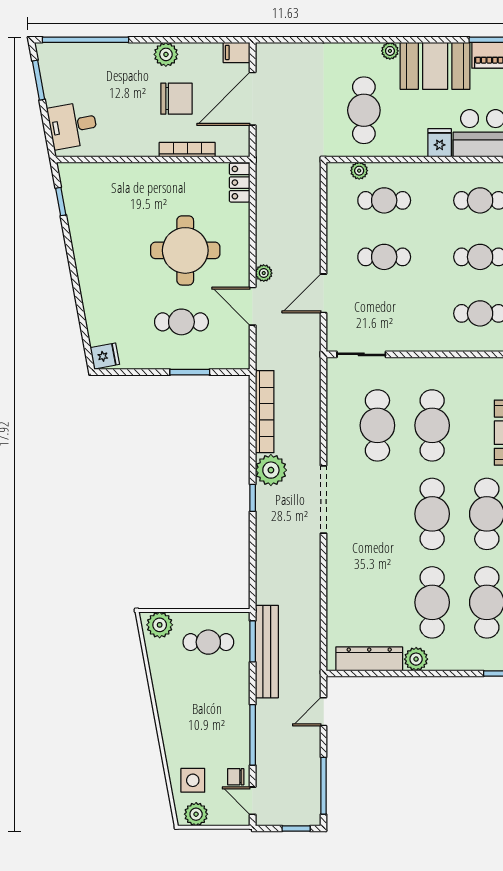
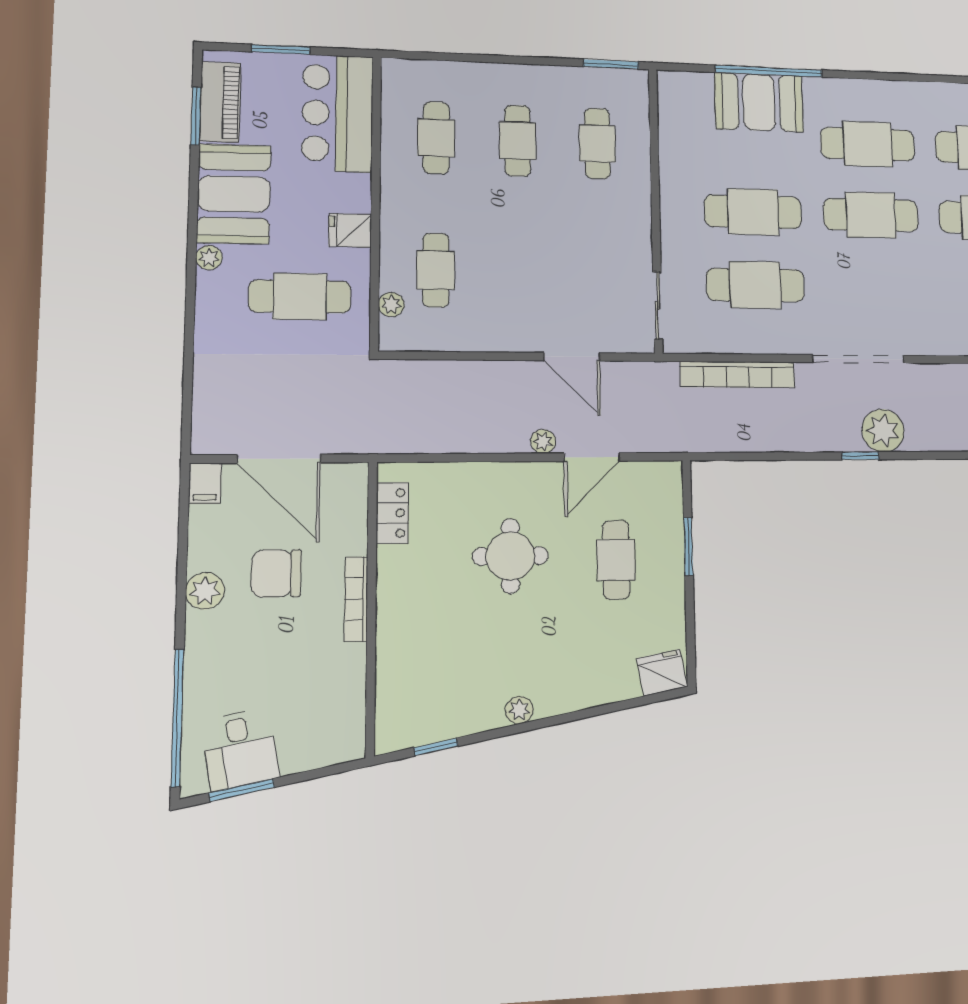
chair: (176, 99) -> (276, 573), turned -90
desk: (73, 125) -> (240, 749), moved
fridge: (440, 143) -> (350, 230), moved
bookcase: (187, 150) -> (356, 599), moved
locker: (240, 183) -> (392, 513), moved, turned -90
round table: (185, 250) -> (510, 556), width x0.73, depth x0.73
plant: (82, 256) -> (519, 710), added
cafe table: (384, 257) -> (518, 272), removed
fridge: (105, 356) -> (662, 673), width x1.38
bookcase: (265, 412) -> (738, 374), moved, turned 180
plant: (271, 470) -> (883, 431), moved

